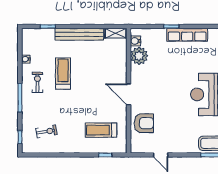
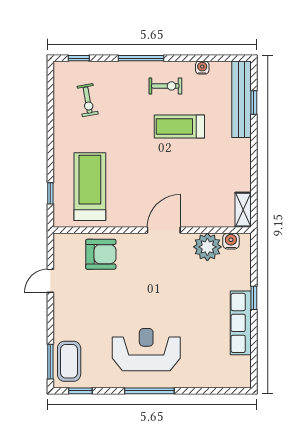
bench: (79, 34) -> (242, 99), moved
treadmill: (63, 74) -> (179, 127), turned 180
door: (129, 94) -> (164, 230), moved
armchair: (144, 123) -> (101, 254), turned -90
treadmill: (101, 130) -> (90, 187), width x1.37, depth x1.38

